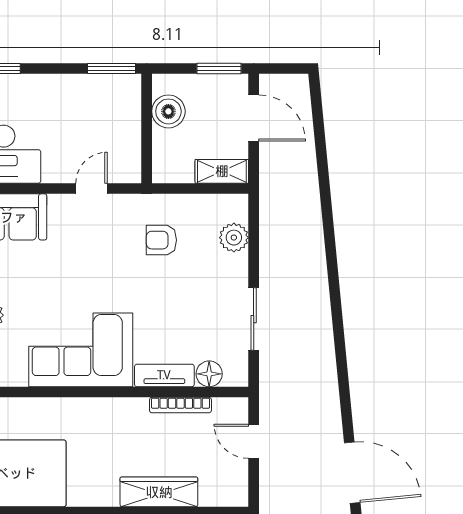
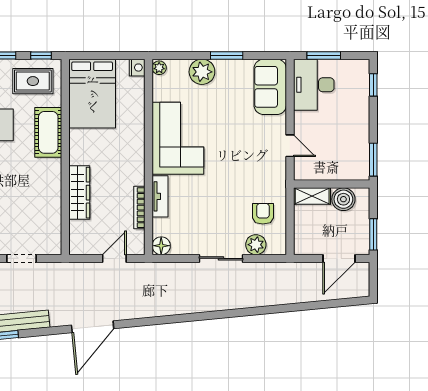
shelving: (222, 171) -> (312, 196), moved, turned 90
armchair: (161, 240) -> (263, 214), moved
sliding door: (254, 319) -> (221, 258), moved
floor lamp: (209, 374) -> (161, 246), moved

